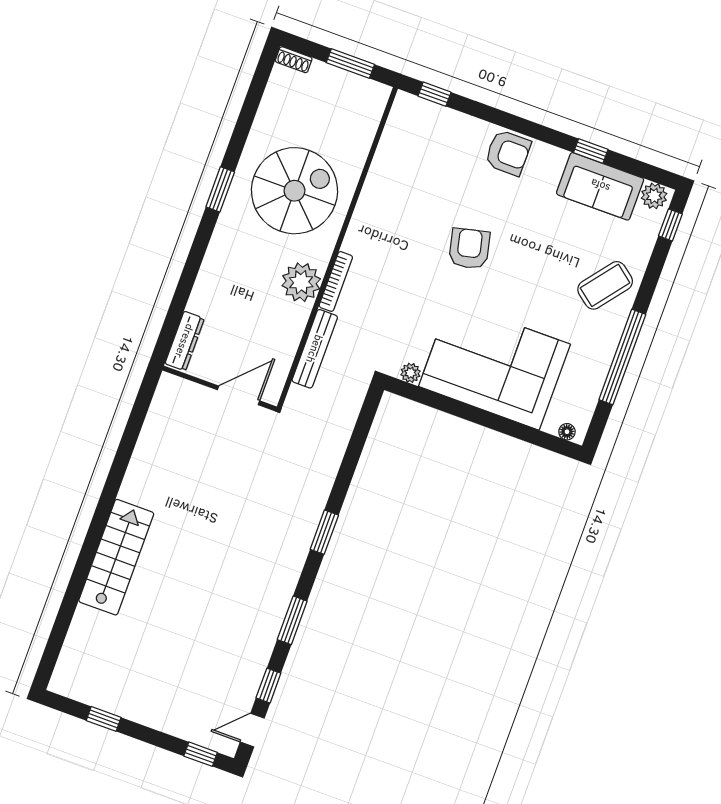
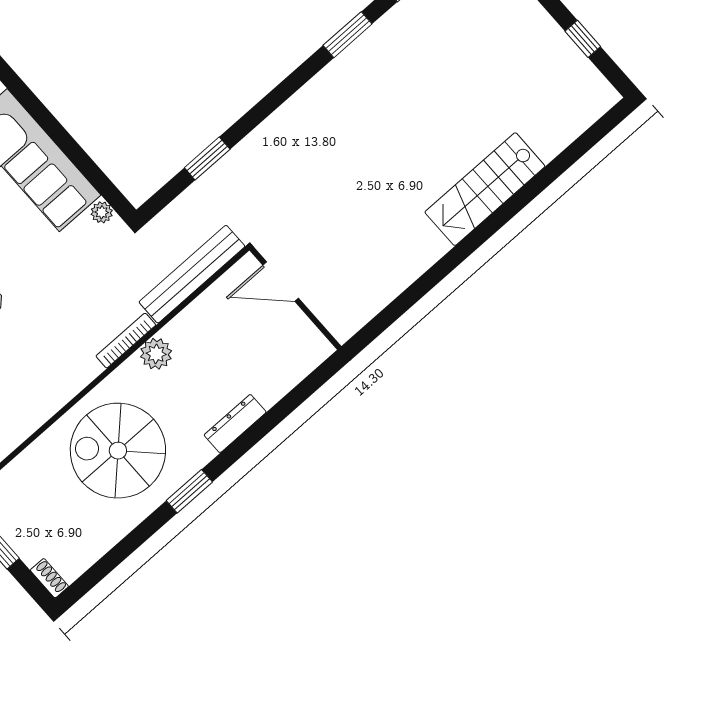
plant: (301, 282) -> (156, 354), width x0.73, depth x0.73
dresser: (185, 341) -> (235, 424), moved
bench: (315, 349) -> (192, 274), width x1.37, depth x1.21
window: (324, 532) -> (207, 158), moved

